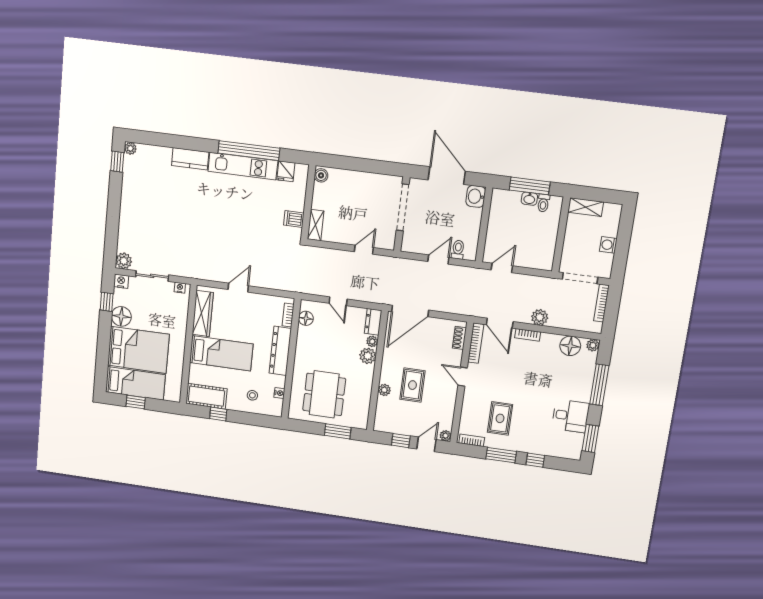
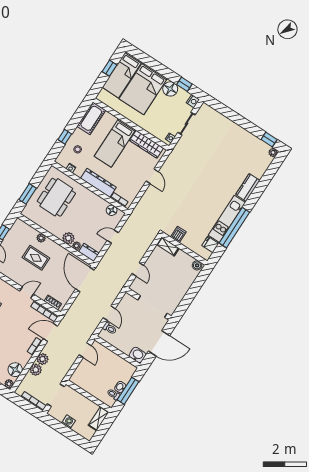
plant: (124, 261) -> (36, 370), moved
dining table: (324, 394) -> (56, 197), turned 90
window: (218, 414) -> (65, 137), moved

